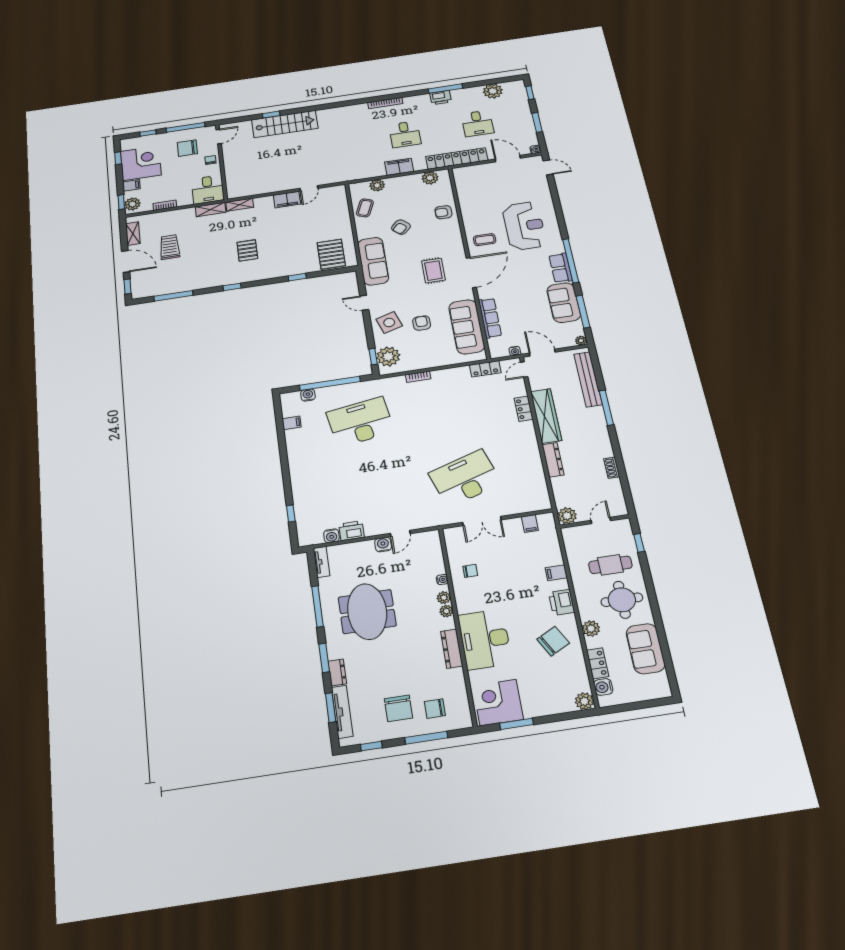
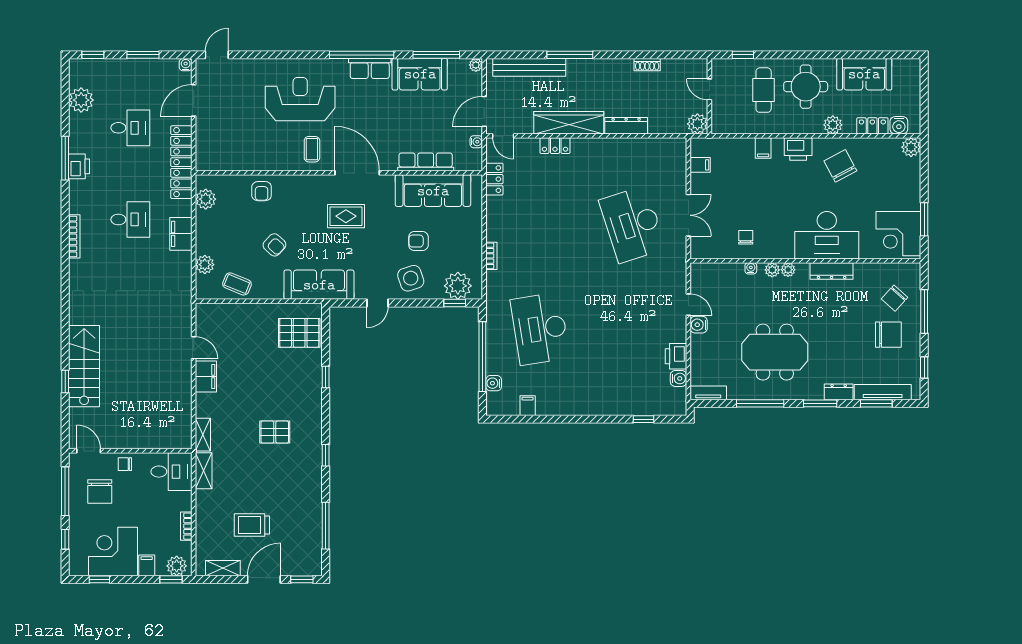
chair: (435, 709) -> (895, 298), turned 42

